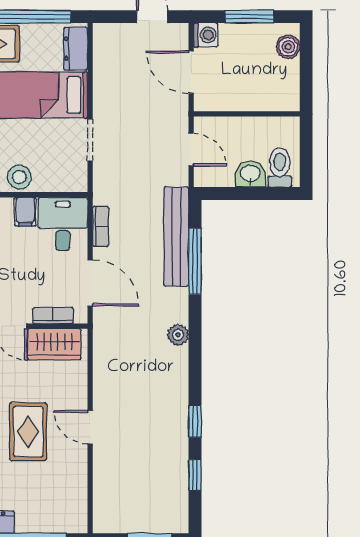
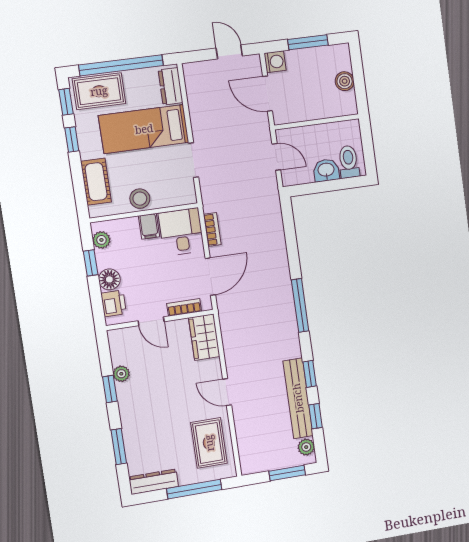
boiler: (288, 47) -> (345, 81), moved
bench: (176, 237) -> (298, 398), moved
window: (195, 261) -> (300, 305), moved
door: (90, 283) -> (210, 277), hinge flipped
plant: (178, 335) -> (306, 447), moved
wardrobe: (54, 344) -> (204, 337), moved, turned 90
rug: (28, 432) -> (209, 443), moved

